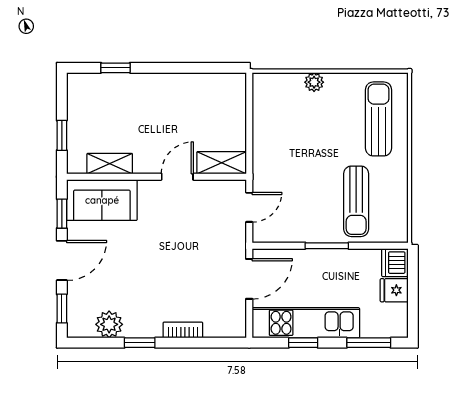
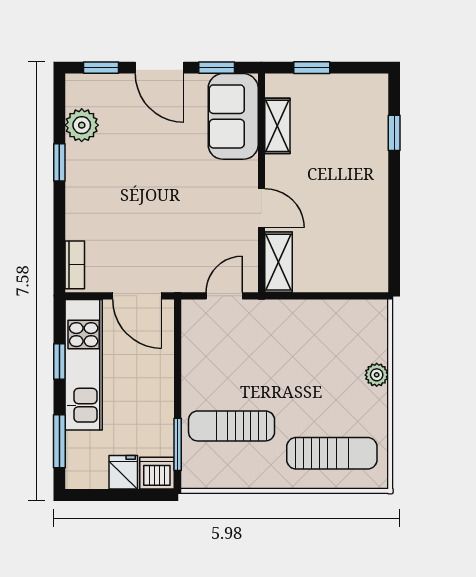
door: (249, 207) -> (224, 296), swing flipped
window: (327, 246) -> (178, 444), moved
bookcase: (183, 330) -> (75, 265), moved

